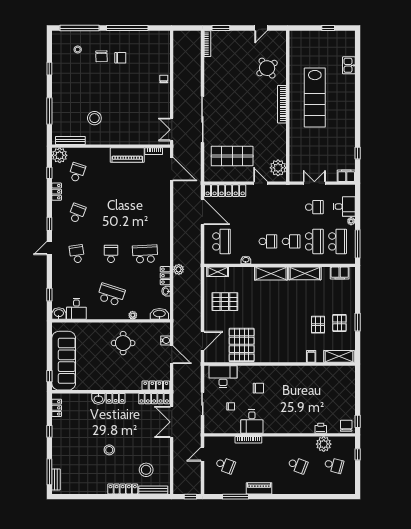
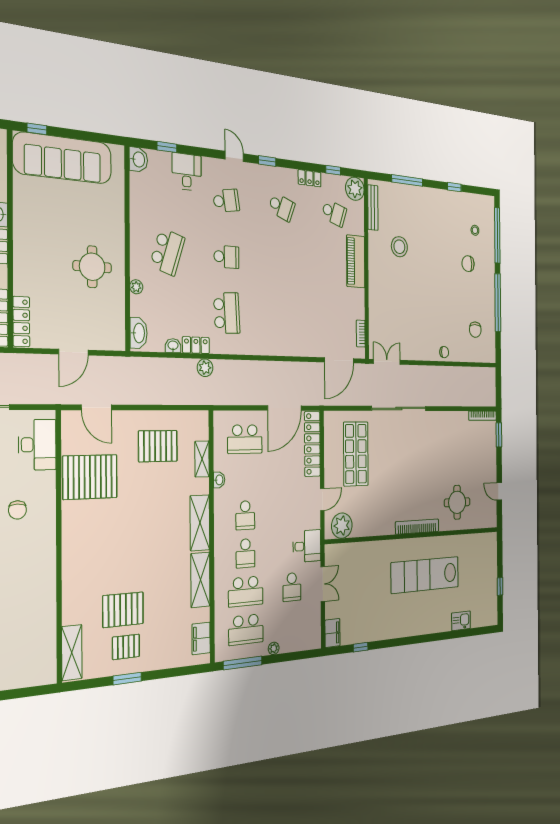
chair: (120, 58) -> (475, 330), moved
round table: (267, 68) -> (457, 502), turned 35
piano: (127, 155) -> (356, 261), moved
desk: (344, 207) -> (307, 546), moved, turned -90
shelving: (218, 272) -> (202, 459), moved
pallet: (225, 302) -> (158, 446), turned 90
desk: (76, 309) -> (187, 172), moved, turned 90
pallet: (318, 325) -> (123, 610), width x1.50, depth x1.42
water cooler: (165, 340) -> (97, 342), removed
filing cabinet: (311, 356) -> (72, 602), removed

